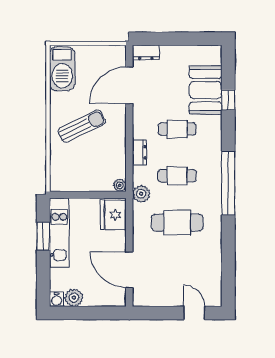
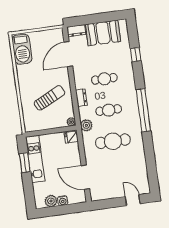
booth: (206, 90) -> (103, 33), moved, turned 90
sun lounger: (82, 126) -> (50, 98), moved
fridge: (113, 215) -> (71, 137), width x0.53, depth x0.75
water cooler: (57, 300) -> (63, 201), moved

